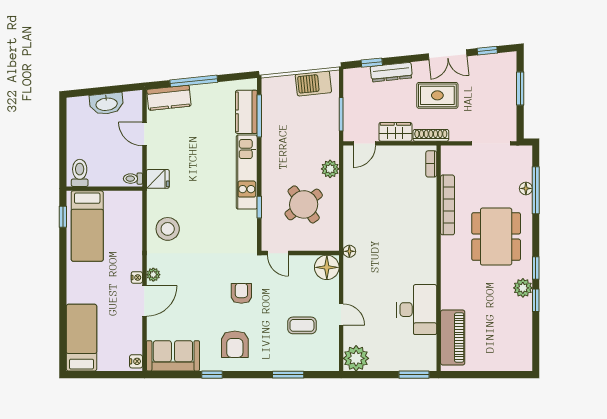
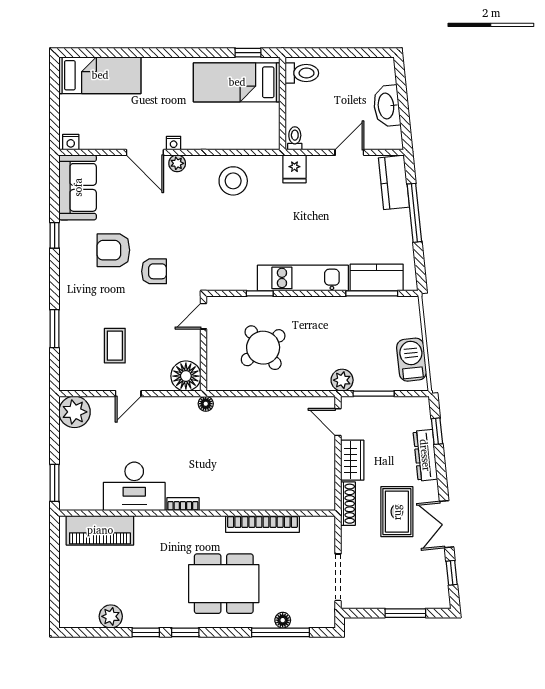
bookcase: (431, 164) -> (183, 504), moved
plant: (330, 169) -> (342, 380), moved
plant: (523, 288) -> (111, 616), moved
armchair: (235, 344) -> (113, 250), moved

